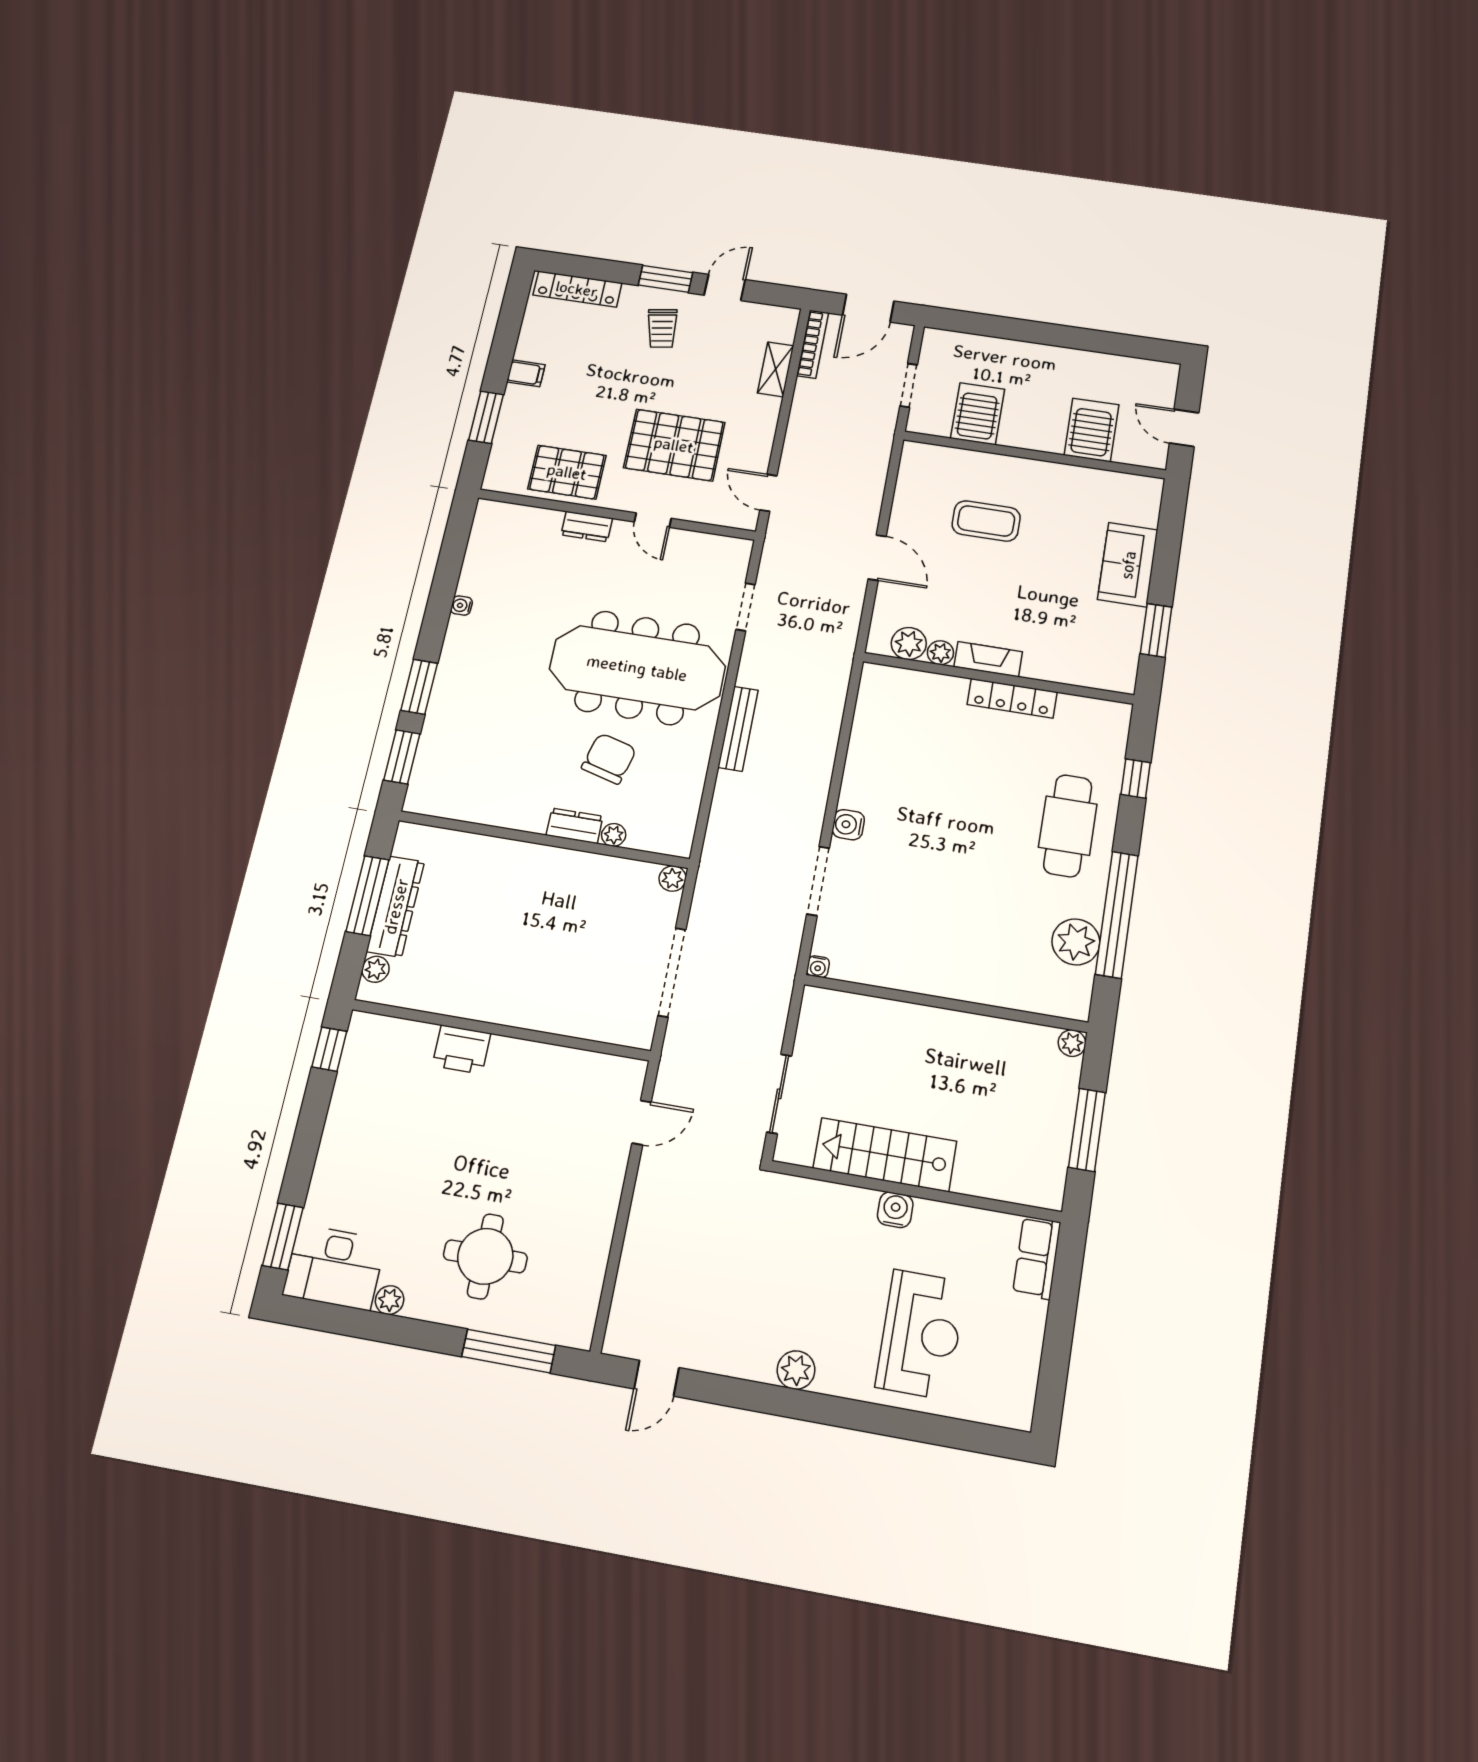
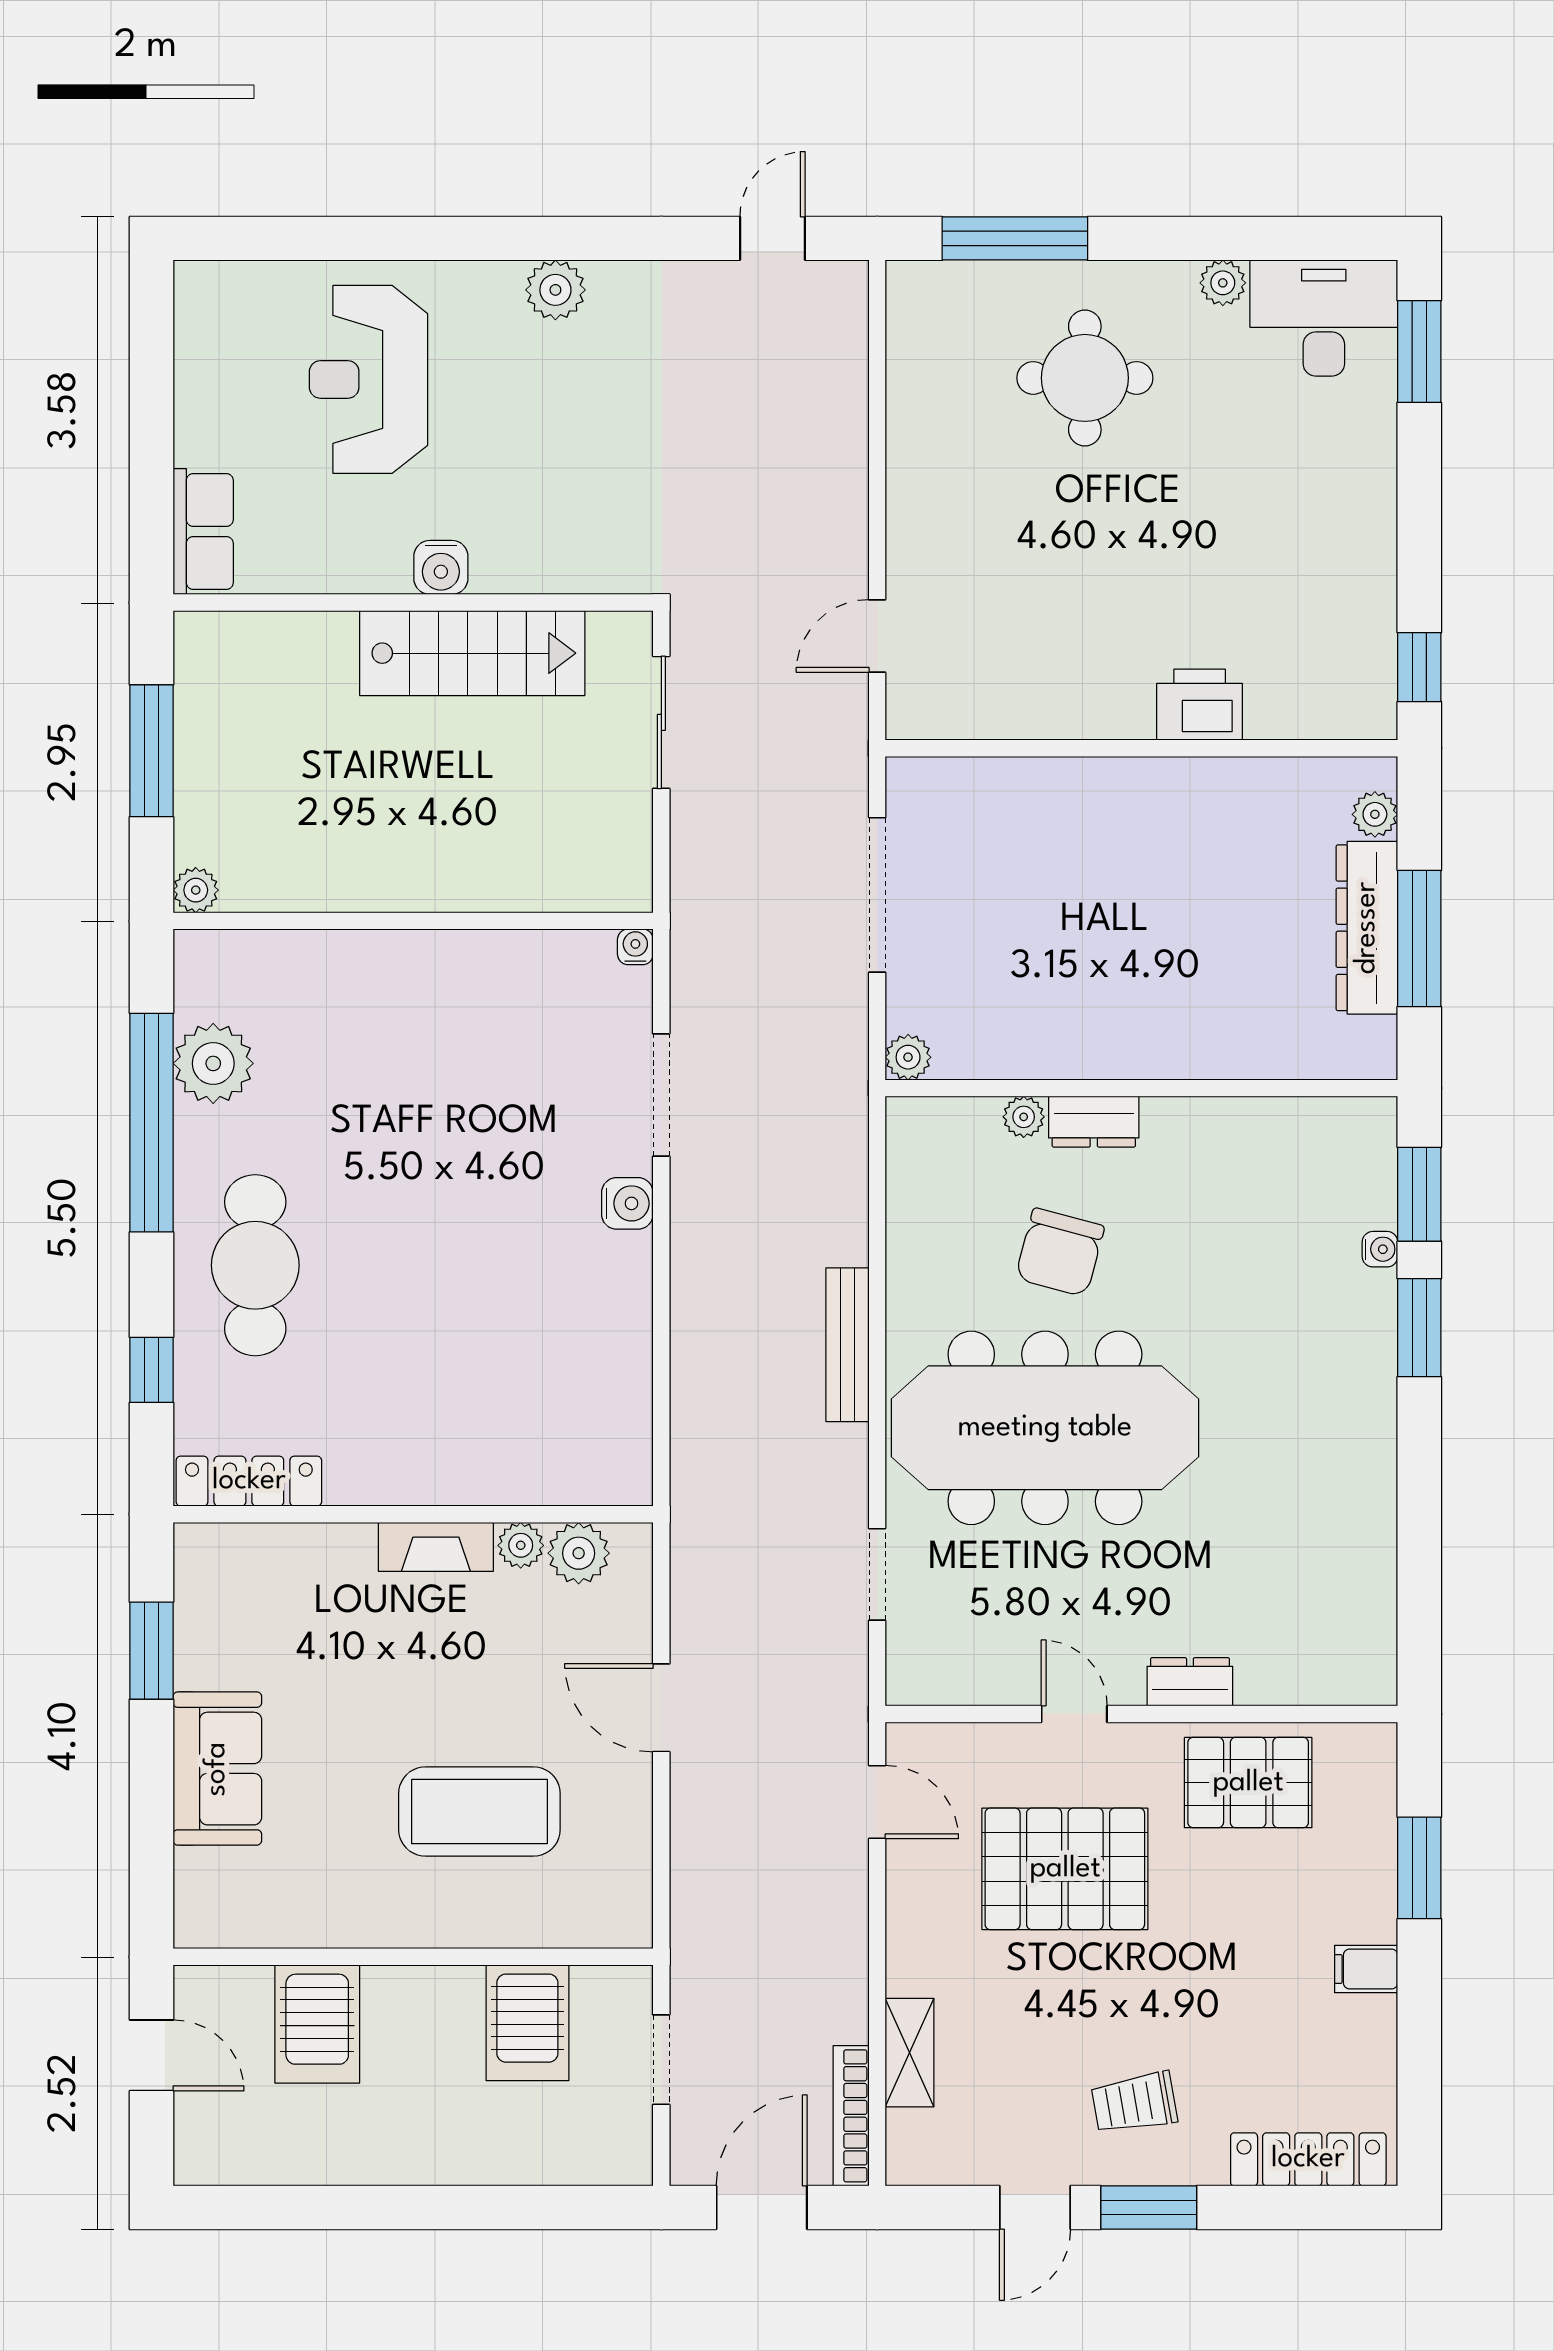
trolley: (662, 328) -> (1134, 2103), turned -91
coffee table: (986, 521) -> (479, 1812), width x1.36, depth x1.32
water cooler: (461, 606) -> (1380, 1249), moved
locker: (1012, 698) -> (249, 1481), moved

